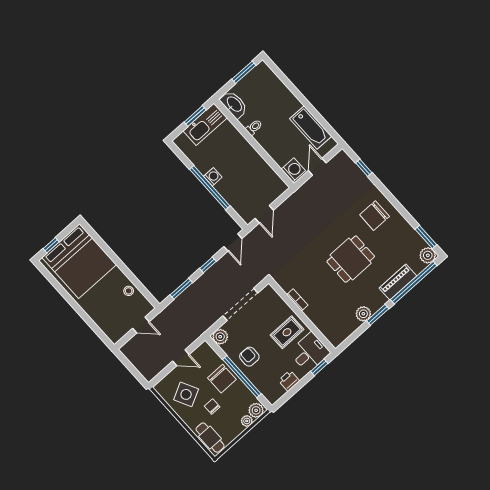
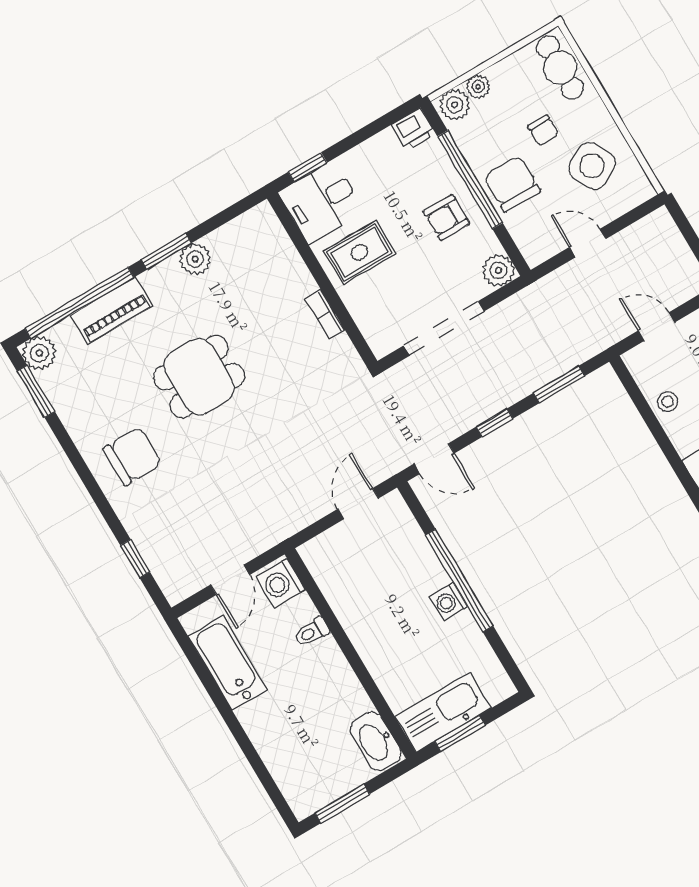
toilet: (254, 127) -> (312, 632), moved
door: (233, 242) -> (434, 459), swing flipped
armchair: (249, 357) -> (446, 218), turned 90
printer: (289, 381) -> (414, 129), moved

